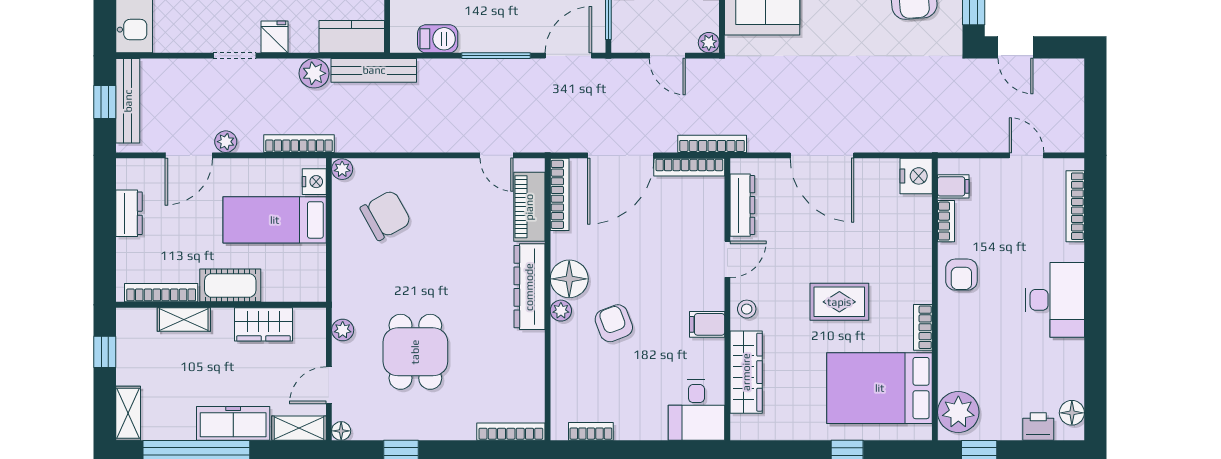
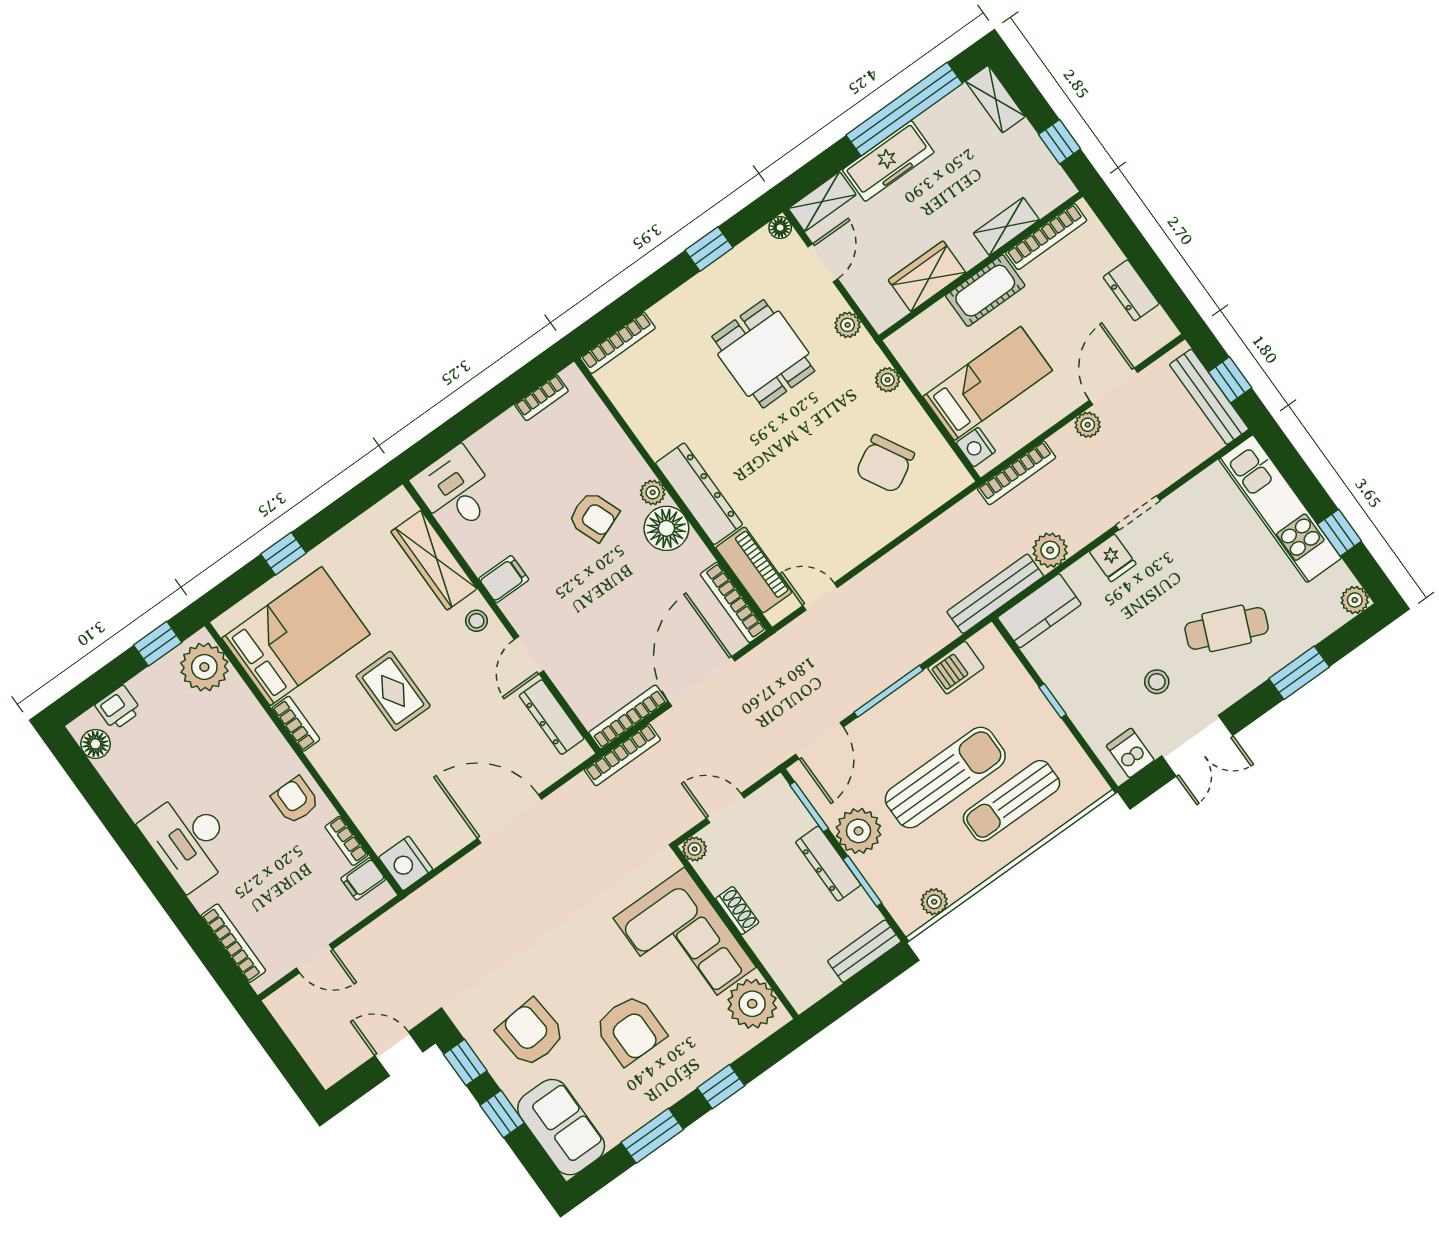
plant: (342, 169) -> (888, 380), moved
rug: (839, 302) -> (393, 691), turned 90

